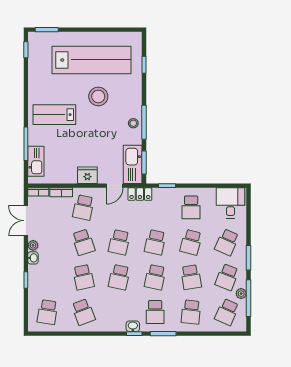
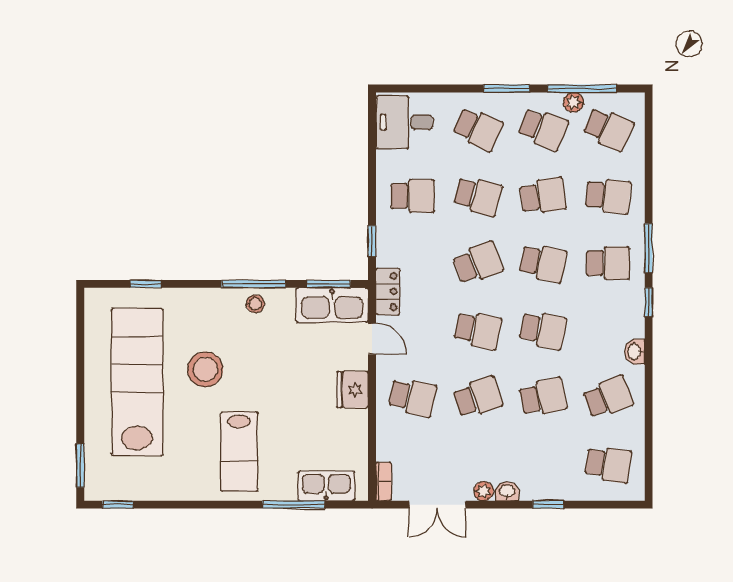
bookcase: (61, 192) -> (384, 439), removed
school desk: (155, 242) -> (478, 263), turned -33
washbasin: (133, 326) -> (635, 352), moved

